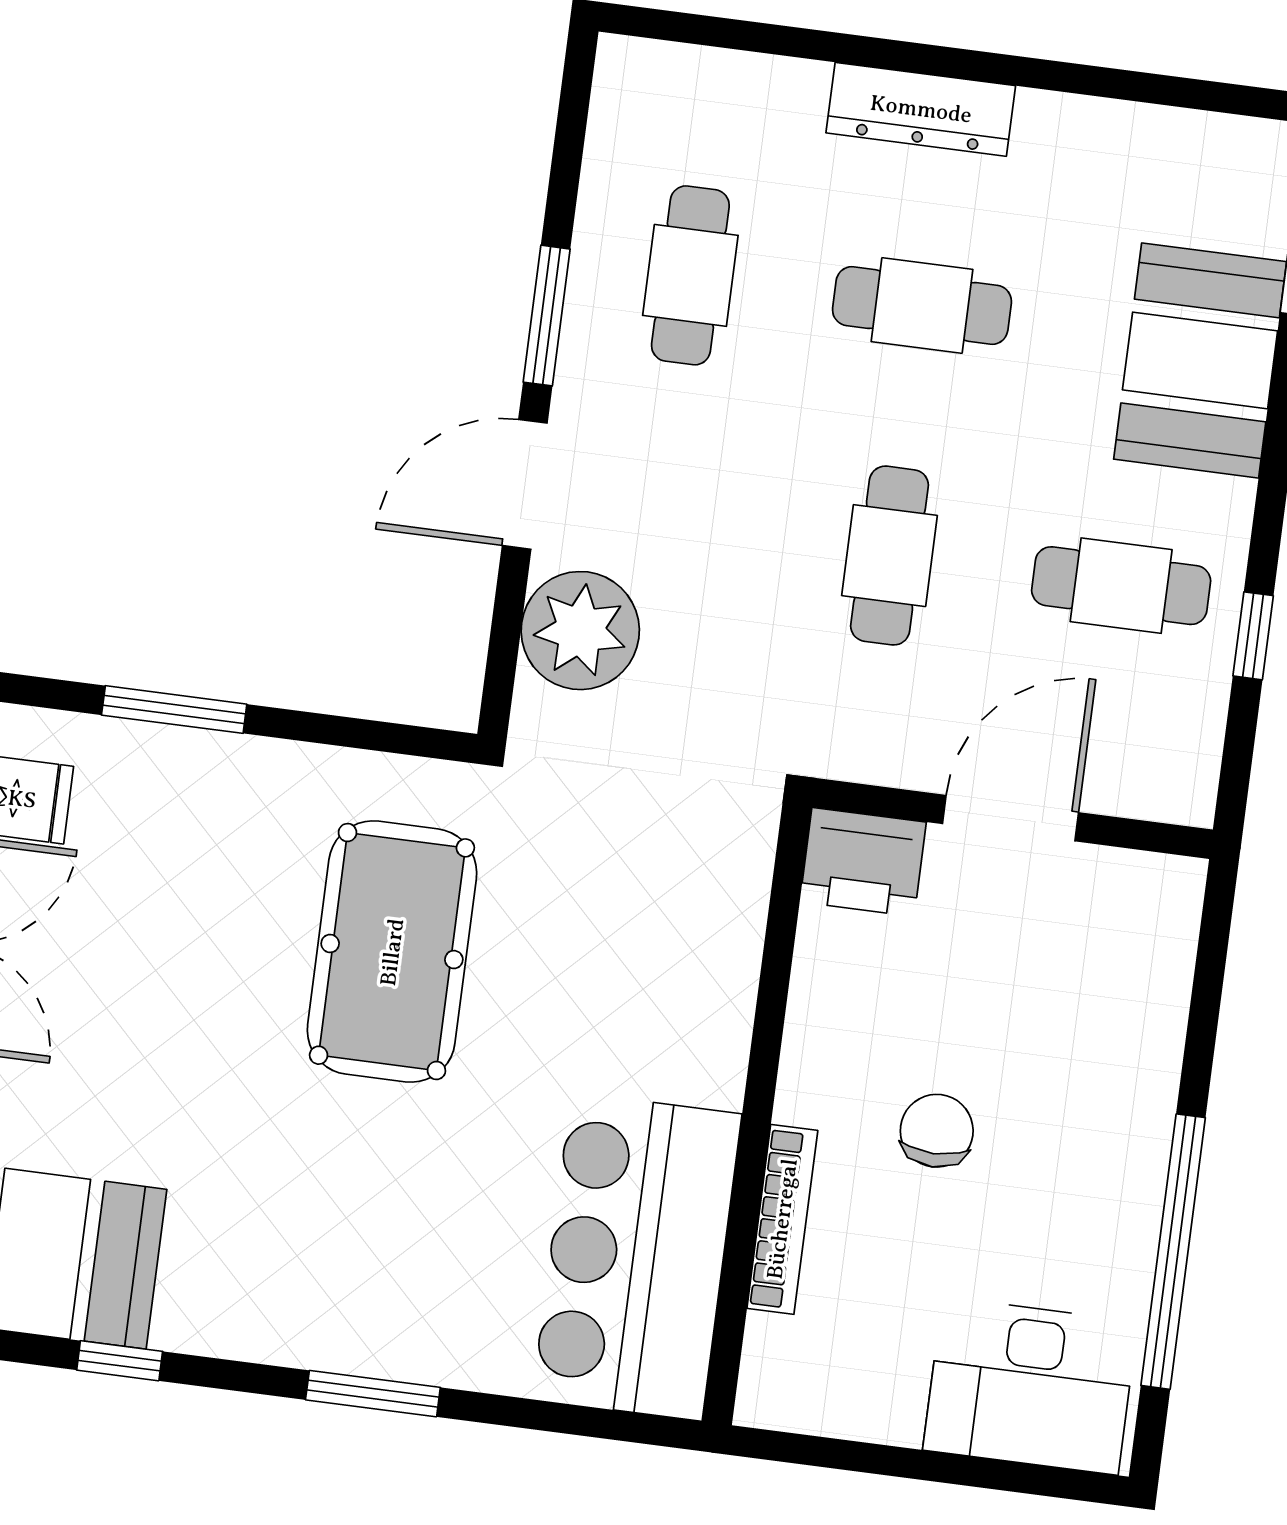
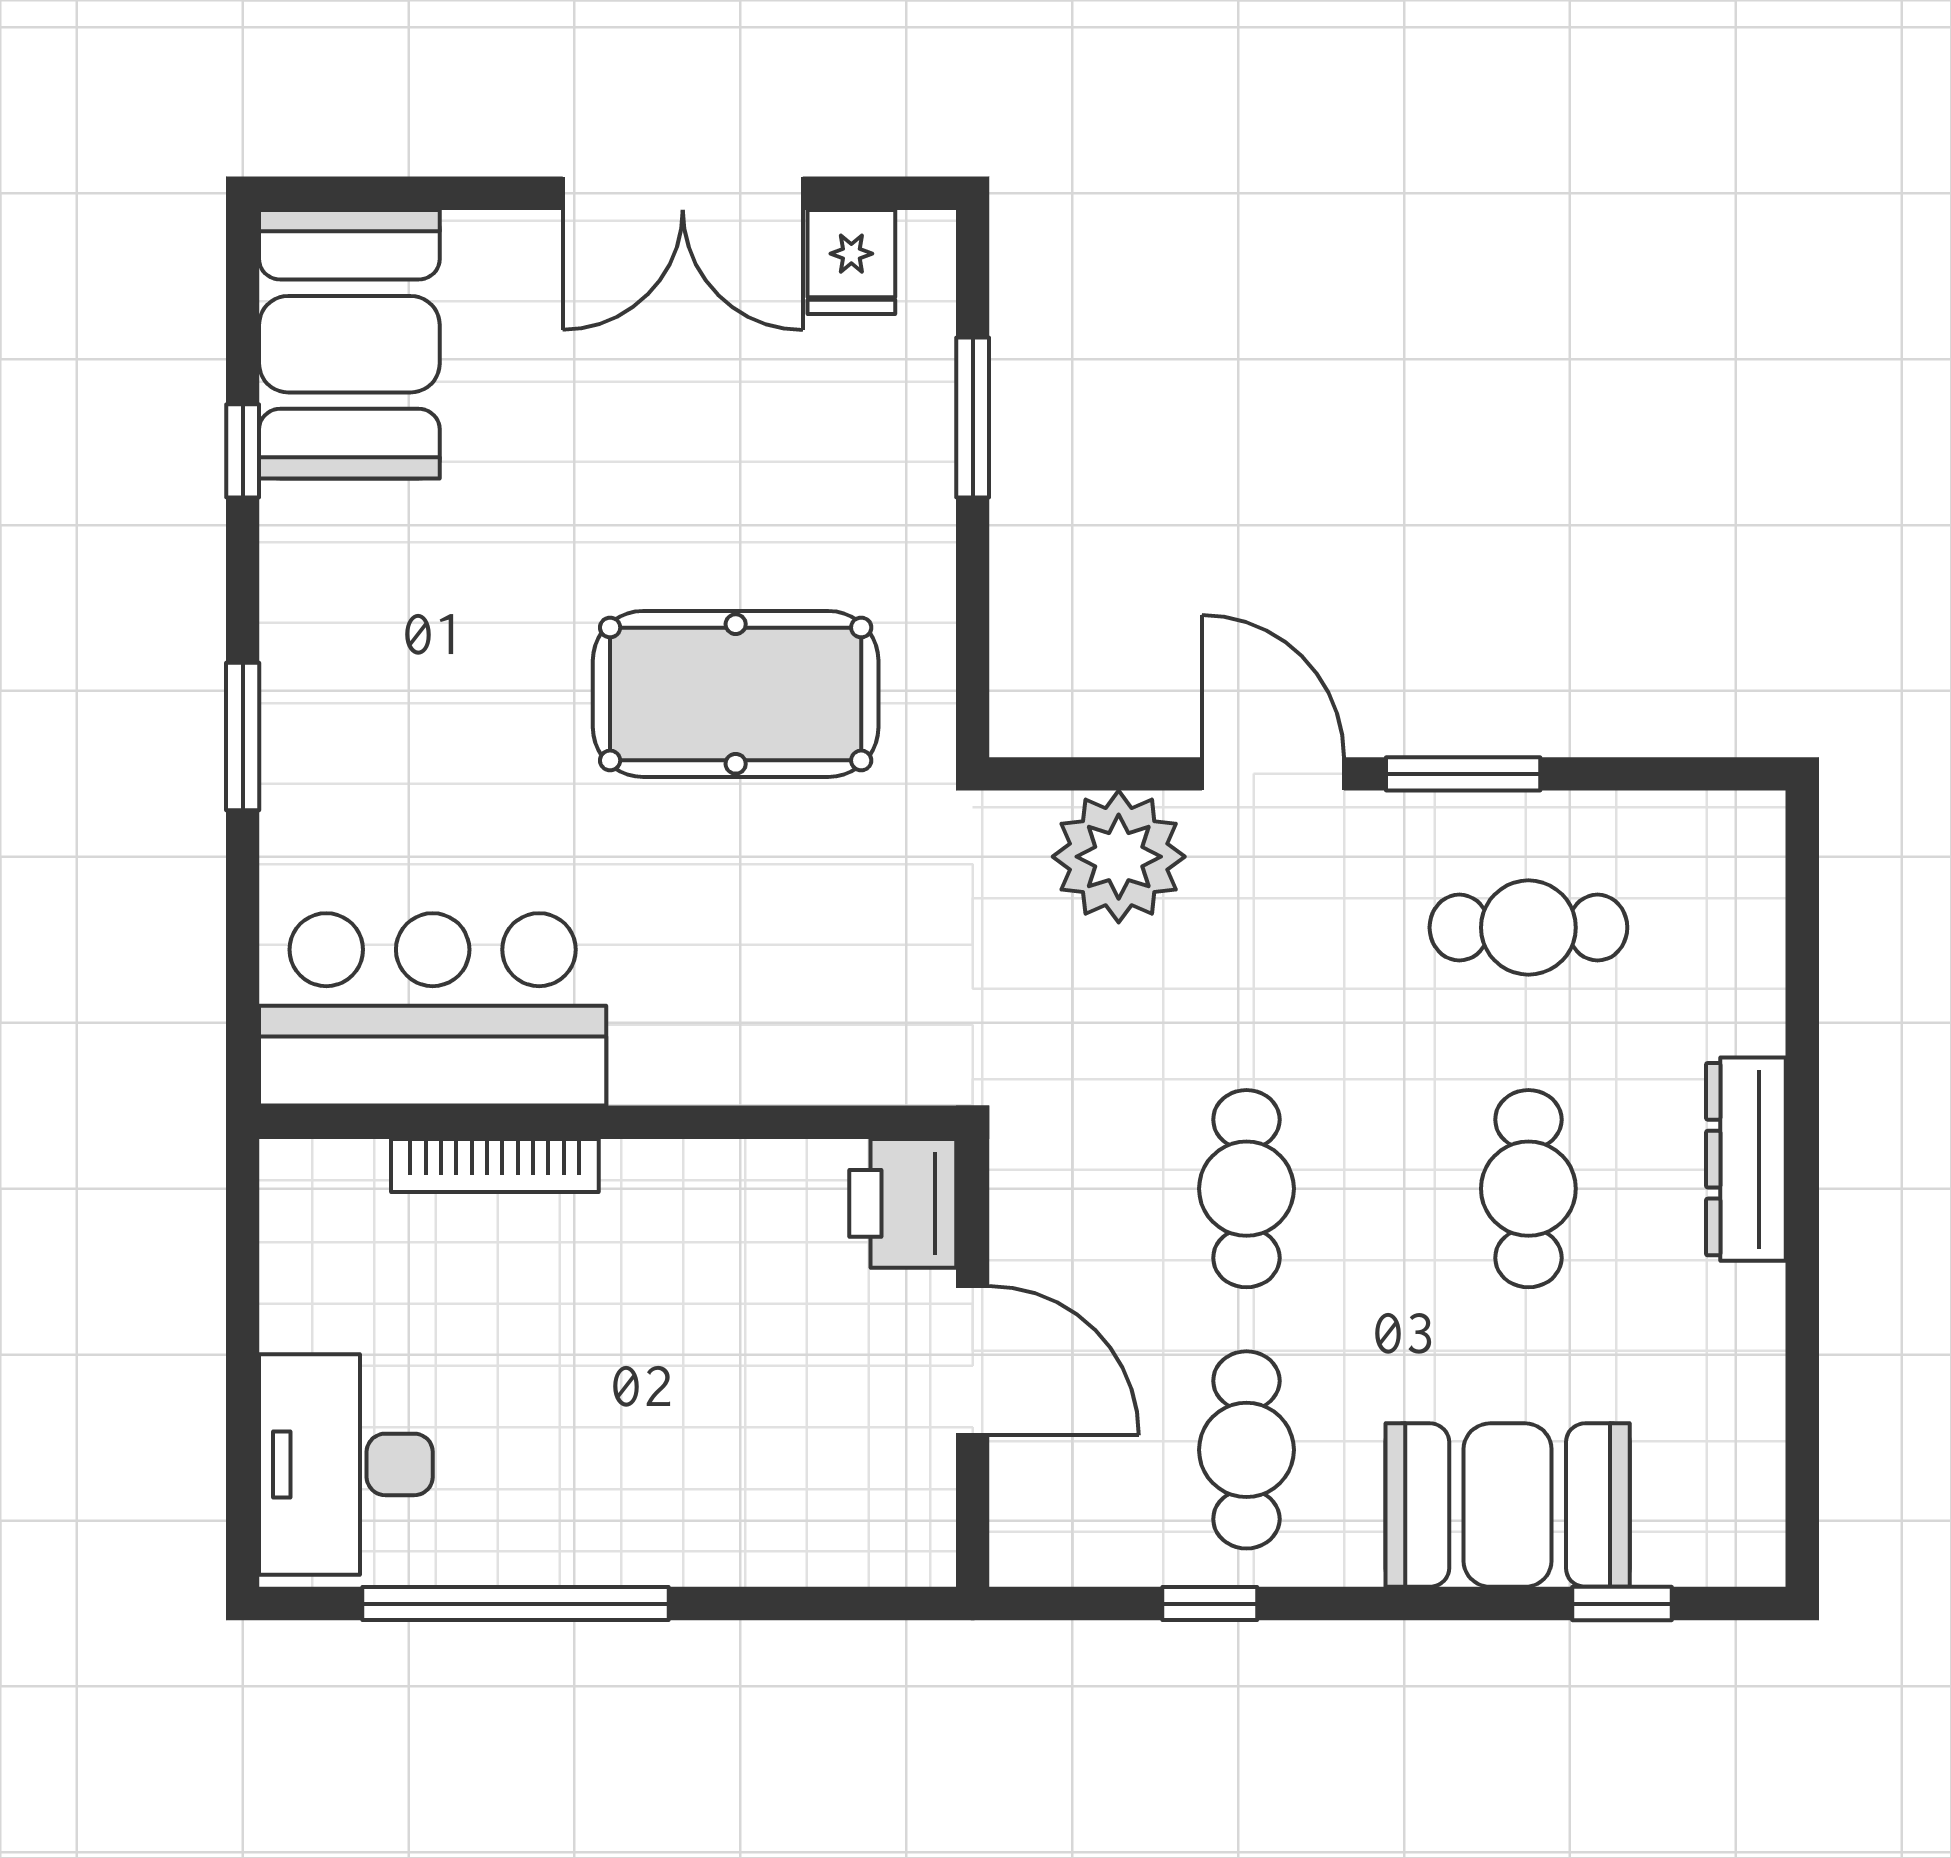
cafe table: (890, 556) -> (1246, 1189), turned 90
chair: (937, 1131) -> (615, 1324), removed

